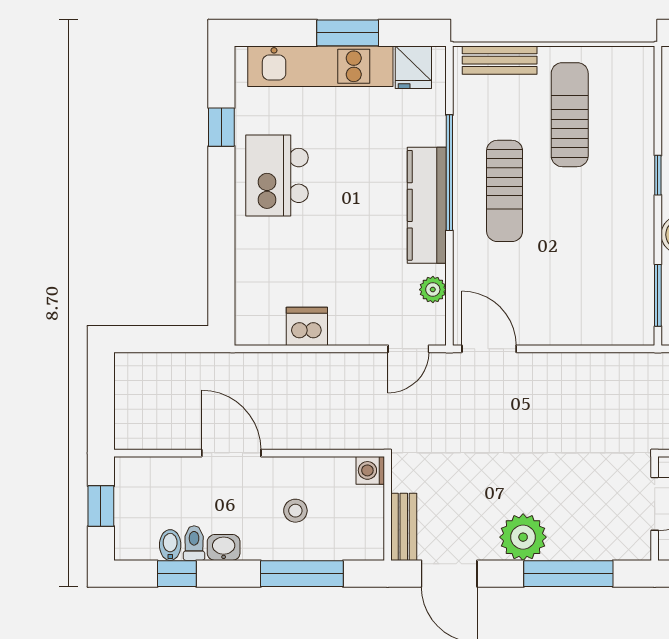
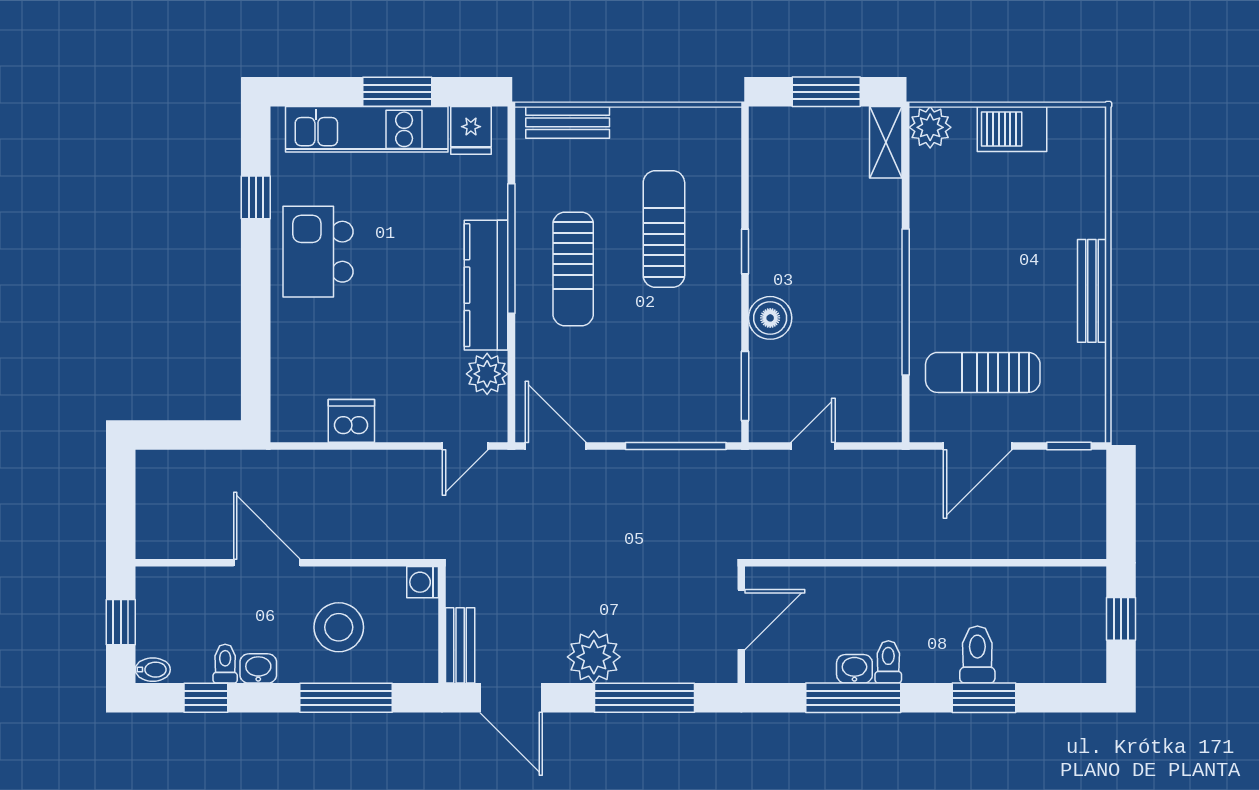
sun lounger: (570, 115) -> (664, 229), moved
plant: (433, 290) -> (487, 374), width x1.38, depth x1.38
window: (596, 349) -> (676, 446), added
stool: (295, 511) -> (339, 627), width x1.89, depth x1.89
bidet: (170, 545) -> (153, 670), moved, turned 90

